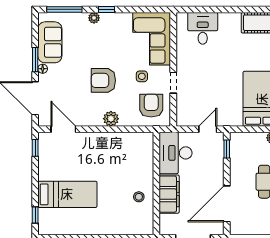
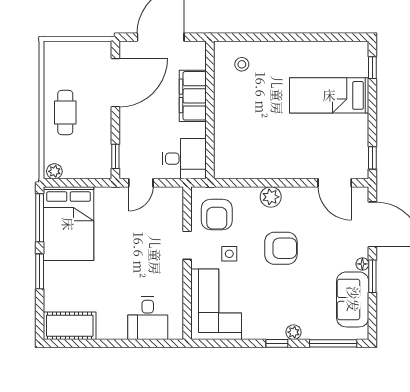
desk: (176, 153) -> (184, 159), width x0.73
stool: (139, 197) -> (242, 64), moved

